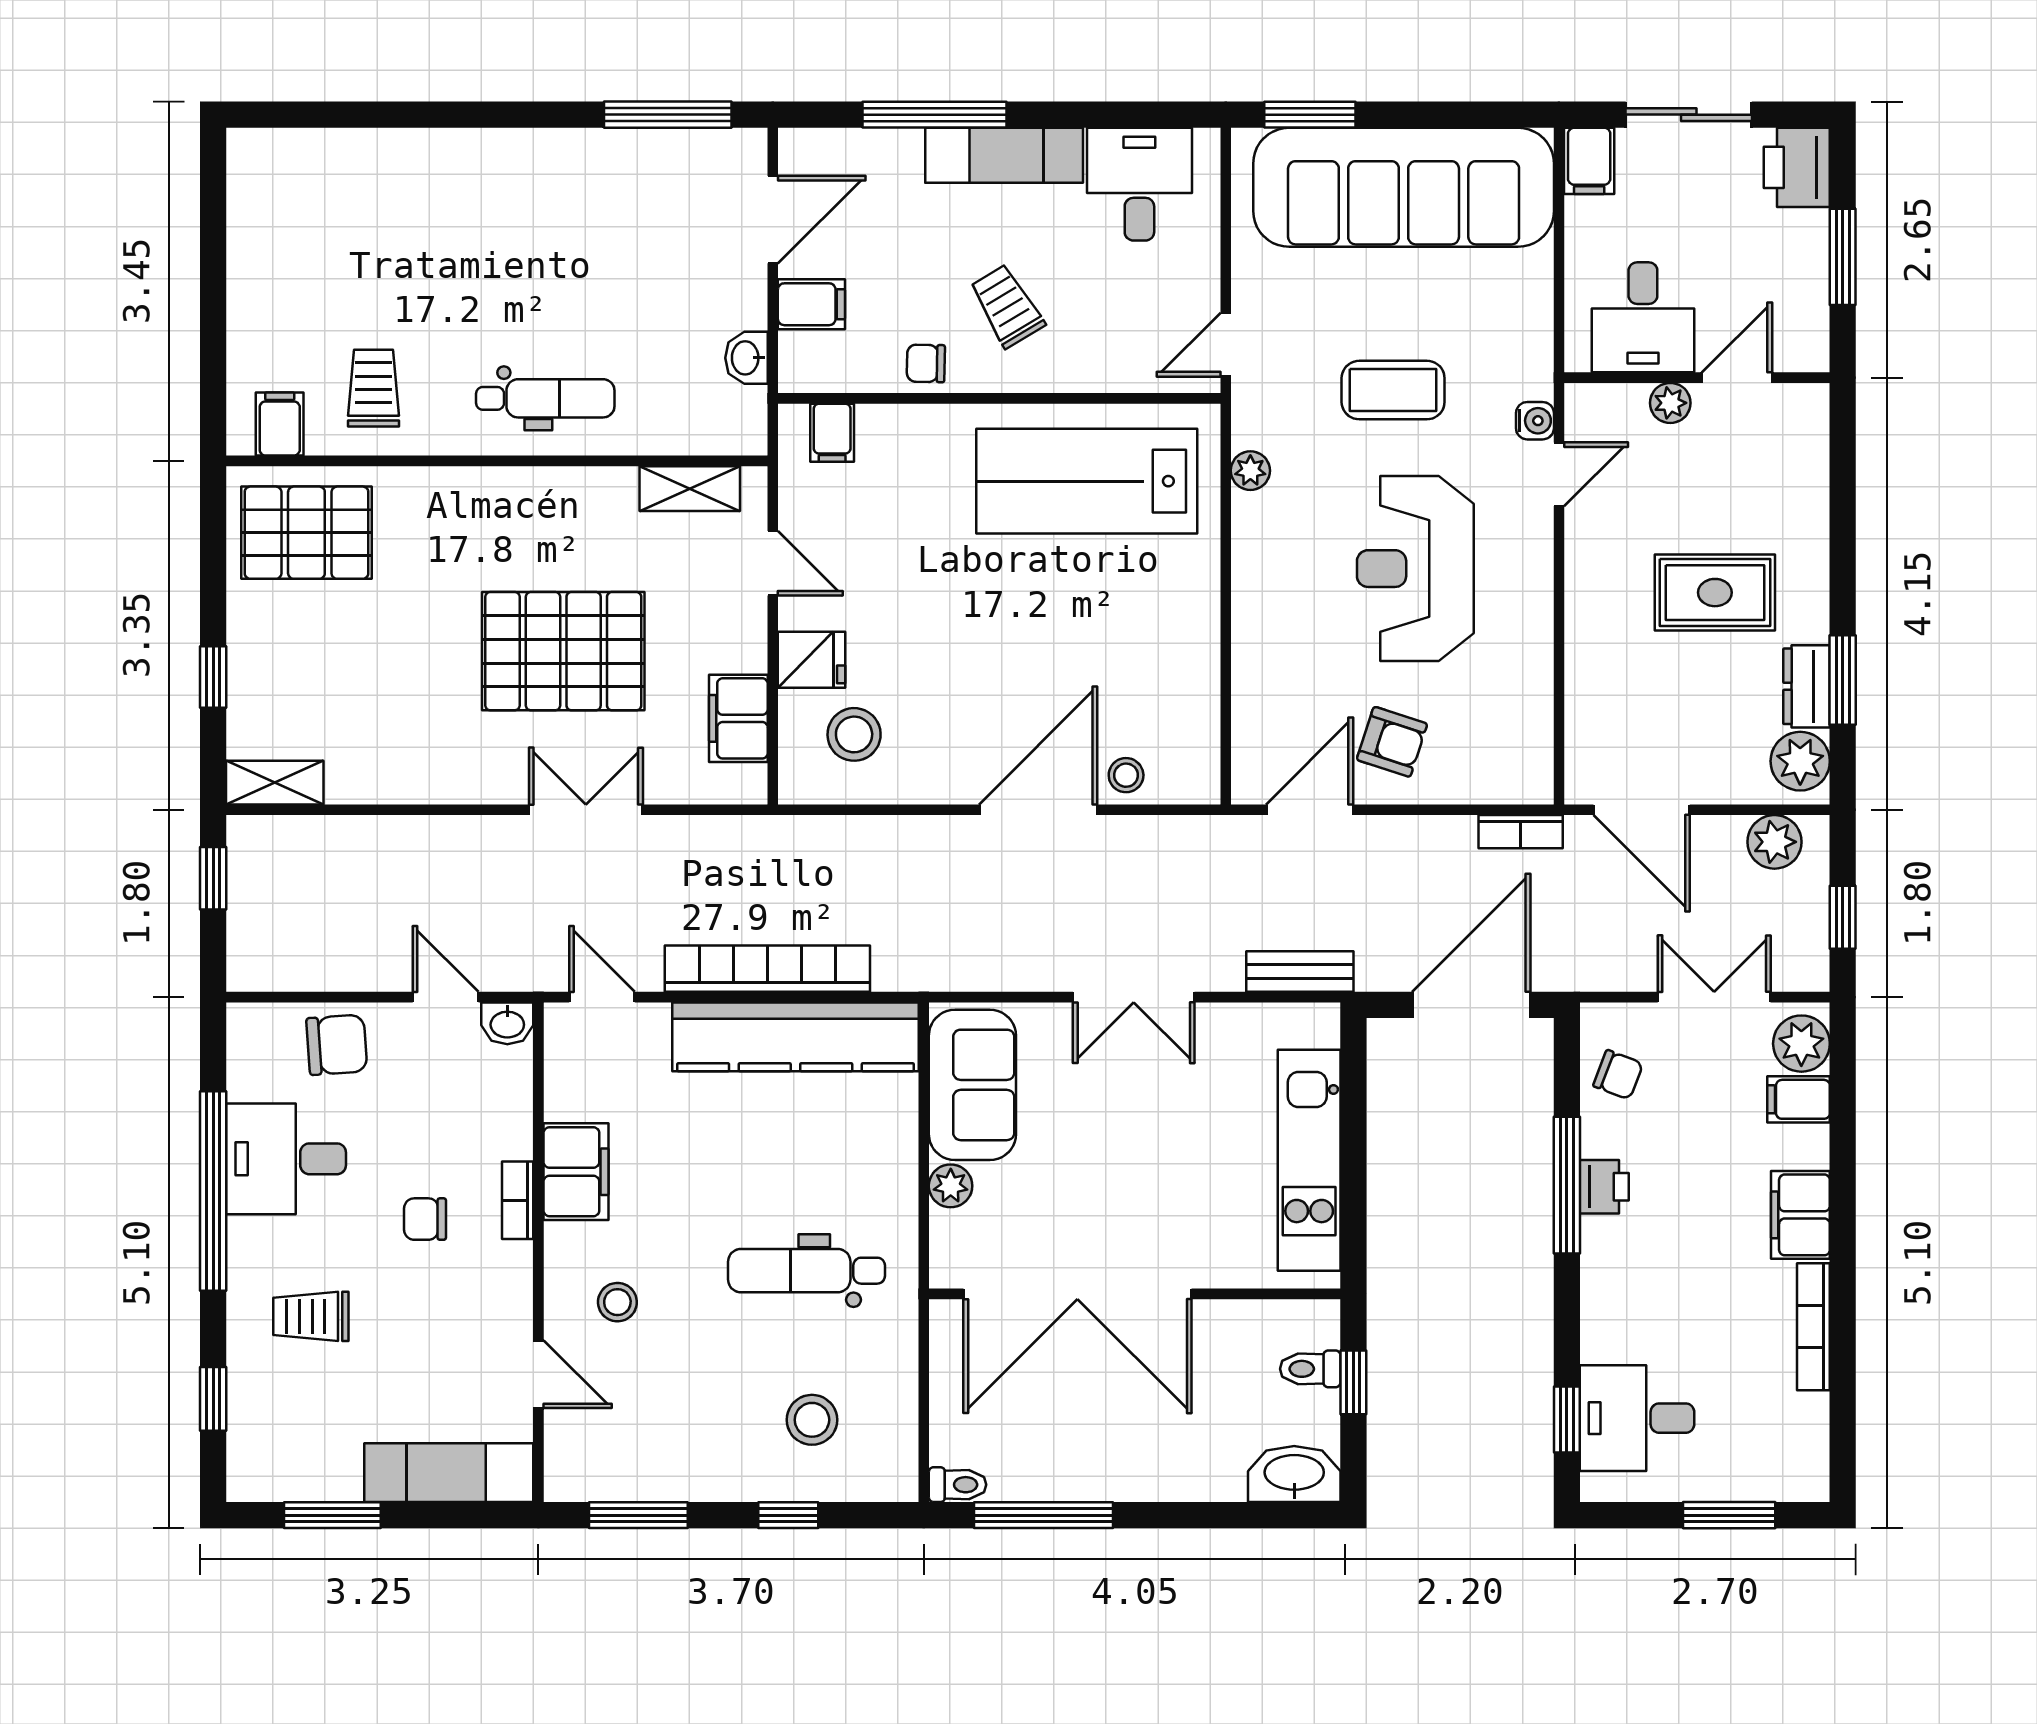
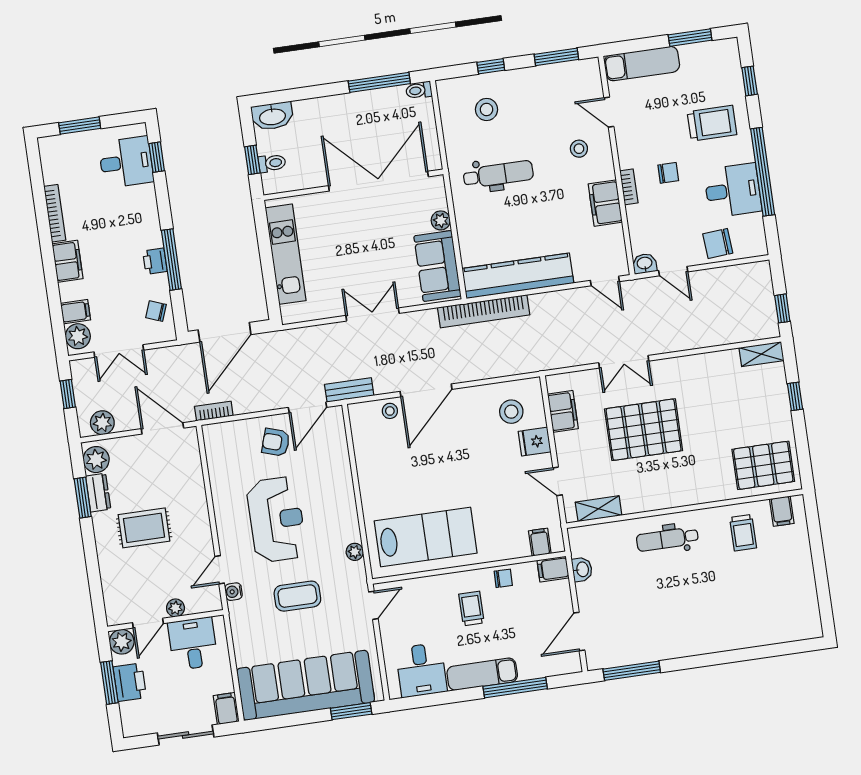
printer: (1797, 167) -> (130, 682), moved
filing cabinet: (811, 304) -> (553, 569), moved
trolley: (1007, 306) -> (471, 608), turned -149
plant: (1802, 344) -> (122, 642), added
bookcase: (767, 969) -> (484, 311), moved
bench: (1300, 971) -> (349, 390), moved
trolley: (311, 1316) -> (712, 123), width x1.36, depth x1.39

